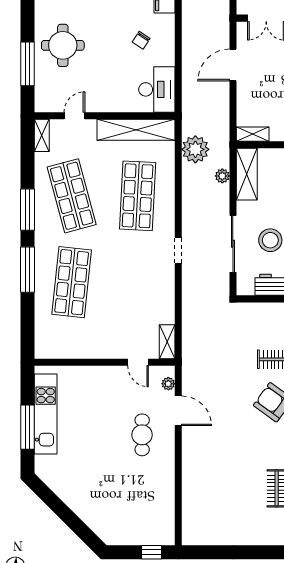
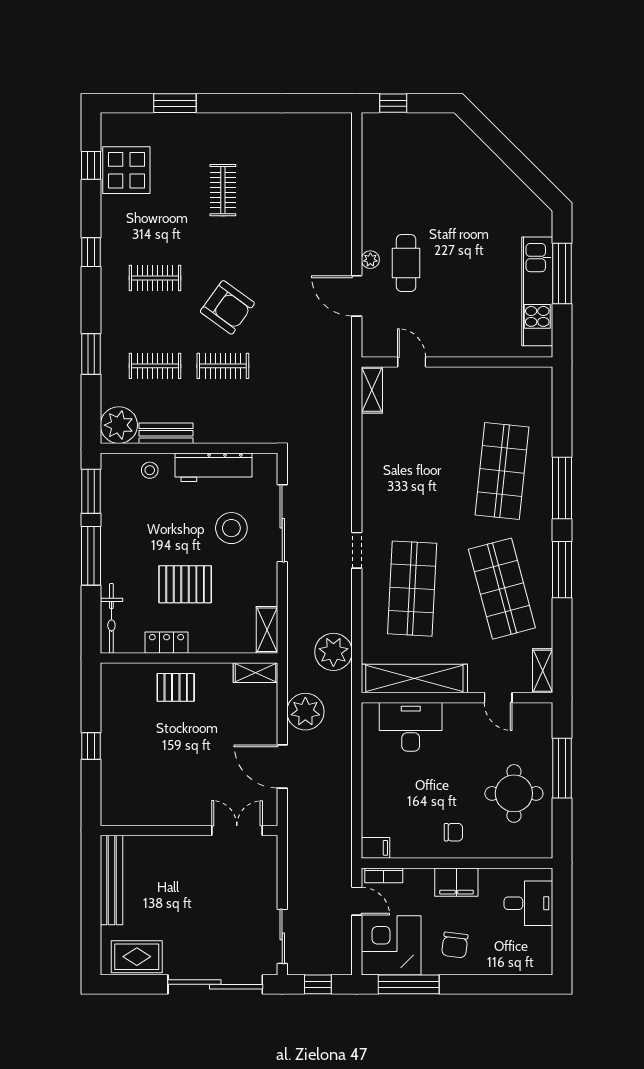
chair: (141, 40) -> (453, 832), moved, turned 56
door: (233, 65) -> (282, 767), swing flipped
desk: (157, 89) -> (411, 727), moved, turned 90
door: (74, 116) -> (498, 698), hinge flipped
shelving: (247, 174) -> (267, 630), width x0.67, depth x0.75
plant: (222, 176) -> (305, 712), moved, width x1.88, depth x1.88
doorway: (178, 251) -> (357, 550), moved
plant: (168, 384) -> (370, 260), moved

